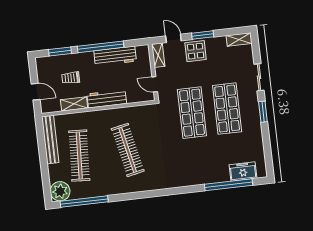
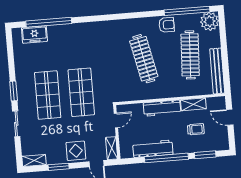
window: (203, 35) -> (59, 167), moved
door: (155, 84) -> (116, 120), hinge flipped
armchair: (105, 186) -> (167, 25), added

